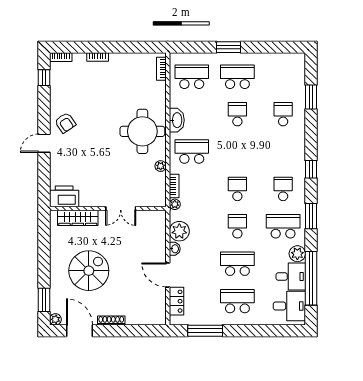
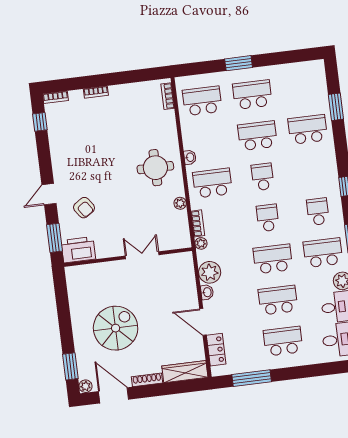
school desk: (237, 114) -> (257, 136), width x1.85
school desk: (283, 114) -> (308, 129), width x1.85
washbasin: (177, 120) -> (190, 157), width x0.52, depth x0.69
armchair: (65, 123) -> (84, 208), moved
round table: (142, 131) -> (155, 168), width x0.73, depth x0.73
school desk: (237, 152) -> (263, 177), added
window: (44, 183) -> (54, 238), added
double door: (121, 208) -> (142, 255), swing flipped
wardrobe: (78, 218) -> (185, 372), moved, turned 180
school desk: (237, 226) -> (273, 259), width x1.85

